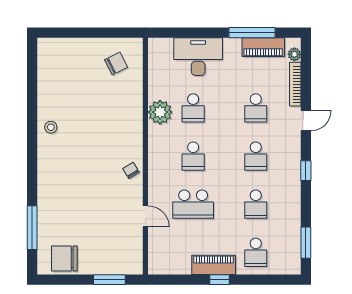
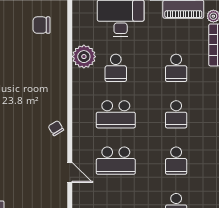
chair: (116, 64) -> (41, 25), turned -153
plant: (160, 112) -> (84, 57), moved
school desk: (193, 156) -> (116, 114), width x1.85

